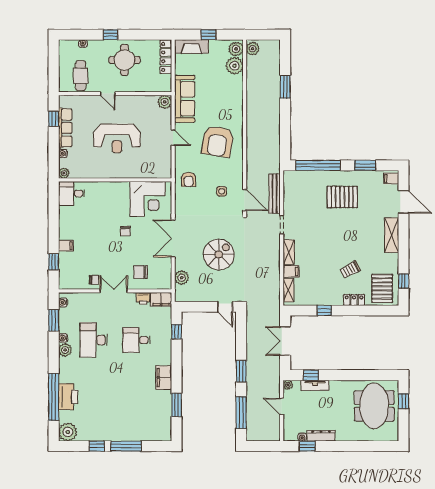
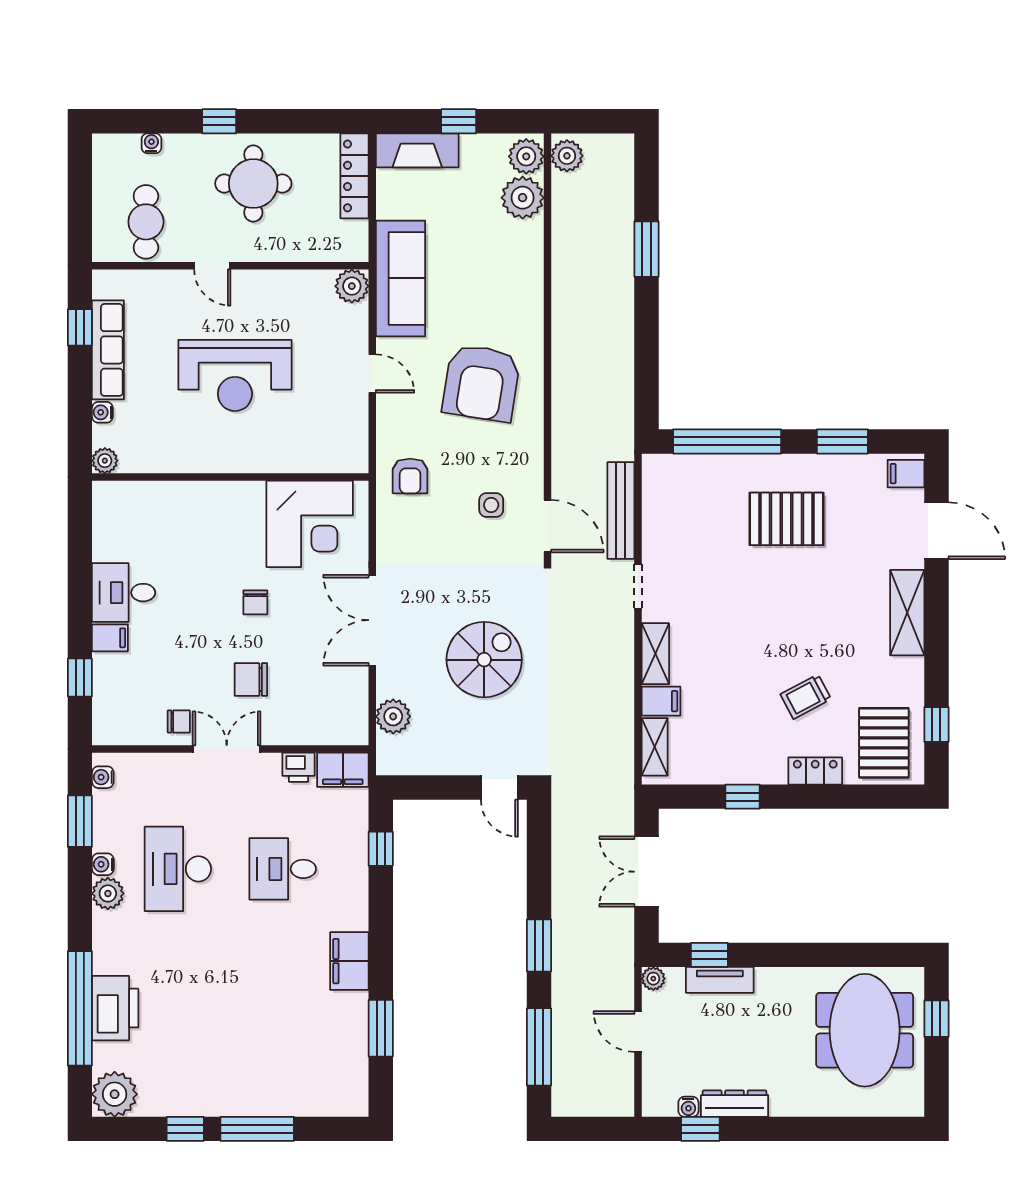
desk: (72, 193) -> (124, 593), moved
chair: (141, 272) -> (251, 680), moved

